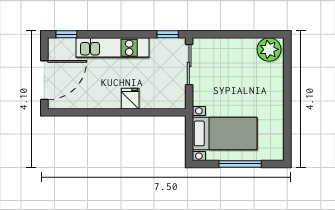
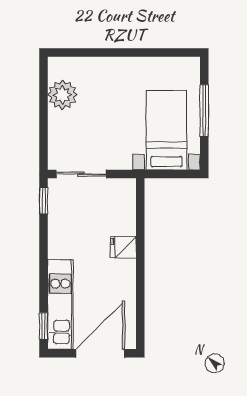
kitchen unit: (112, 48) -> (60, 304), moved
plant: (269, 49) -> (62, 95), moved
door: (44, 80) -> (100, 353), hinge flipped

